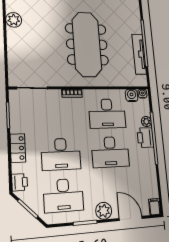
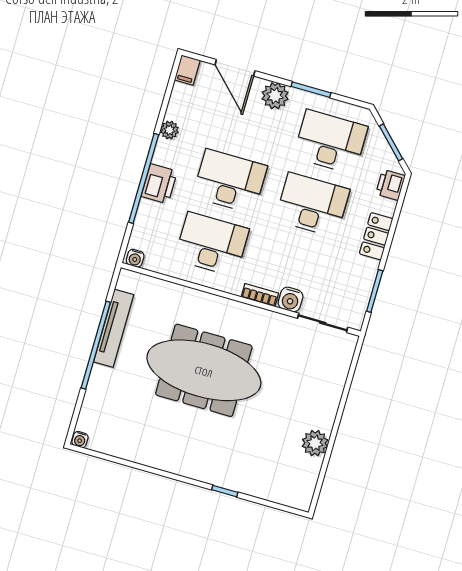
meeting table: (87, 44) -> (204, 370), turned 90
water cooler: (132, 95) -> (291, 300), moved
plant: (146, 121) -> (169, 130), moved

